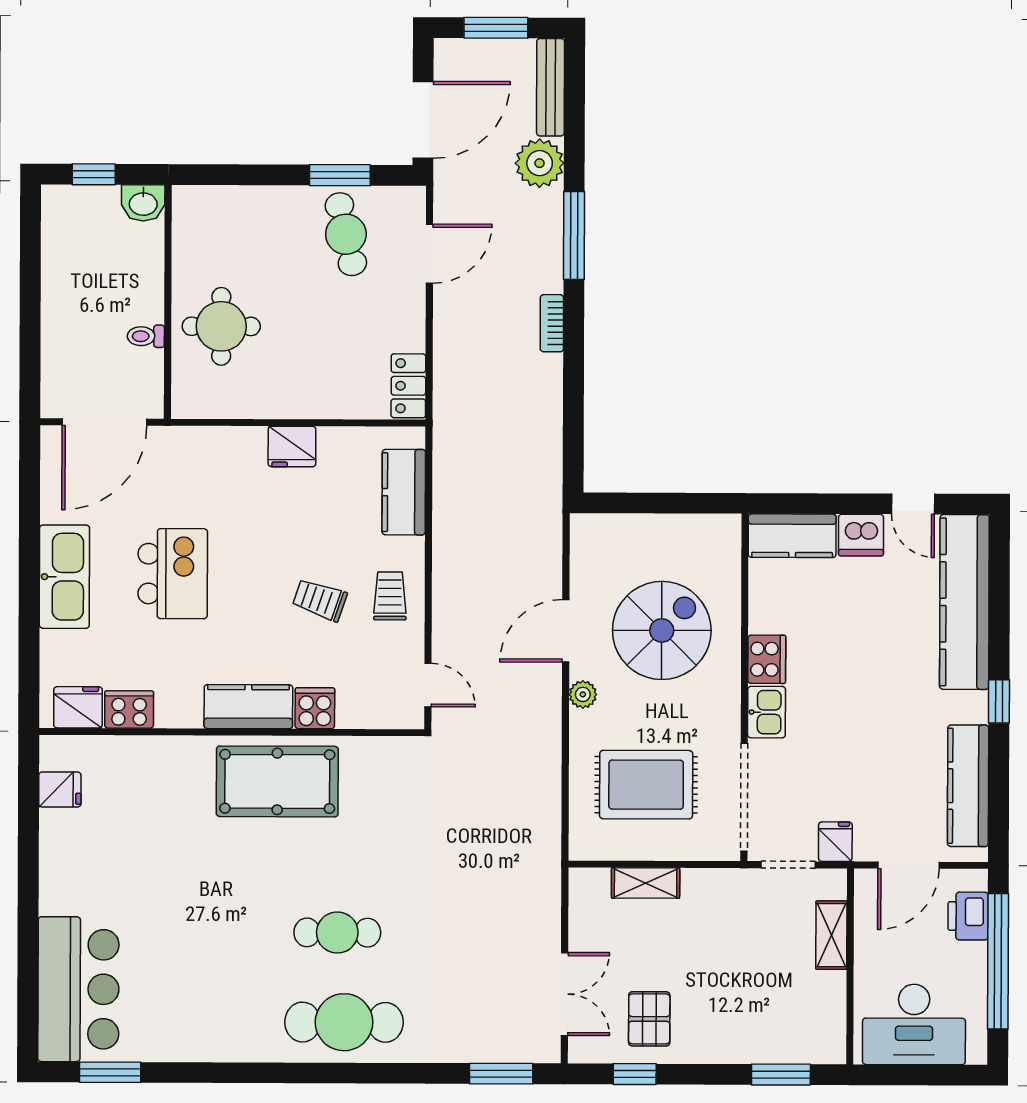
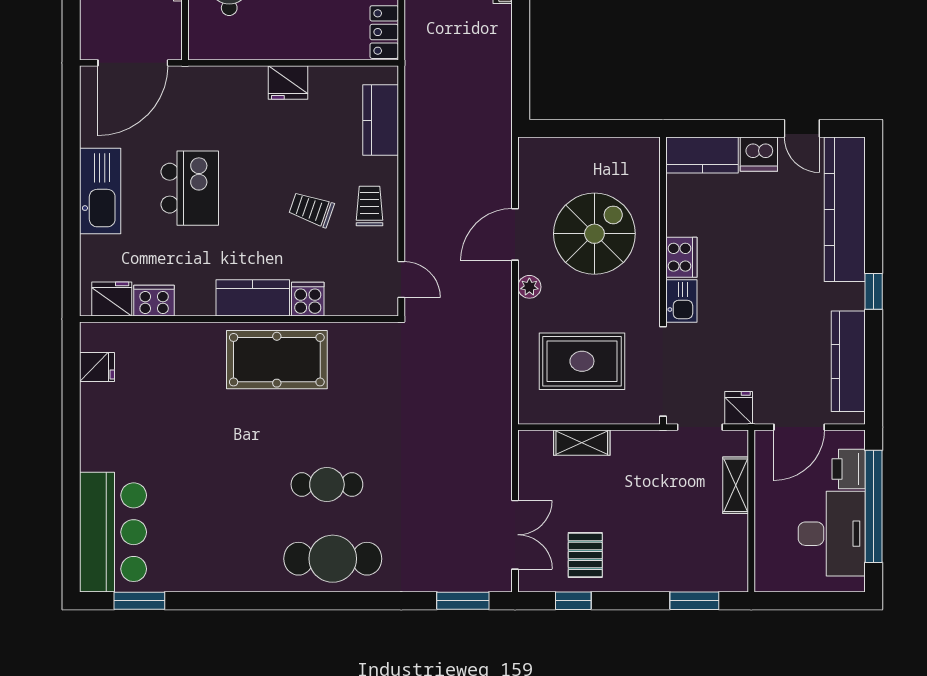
desk: (914, 1024) -> (832, 534), moved, turned -90

